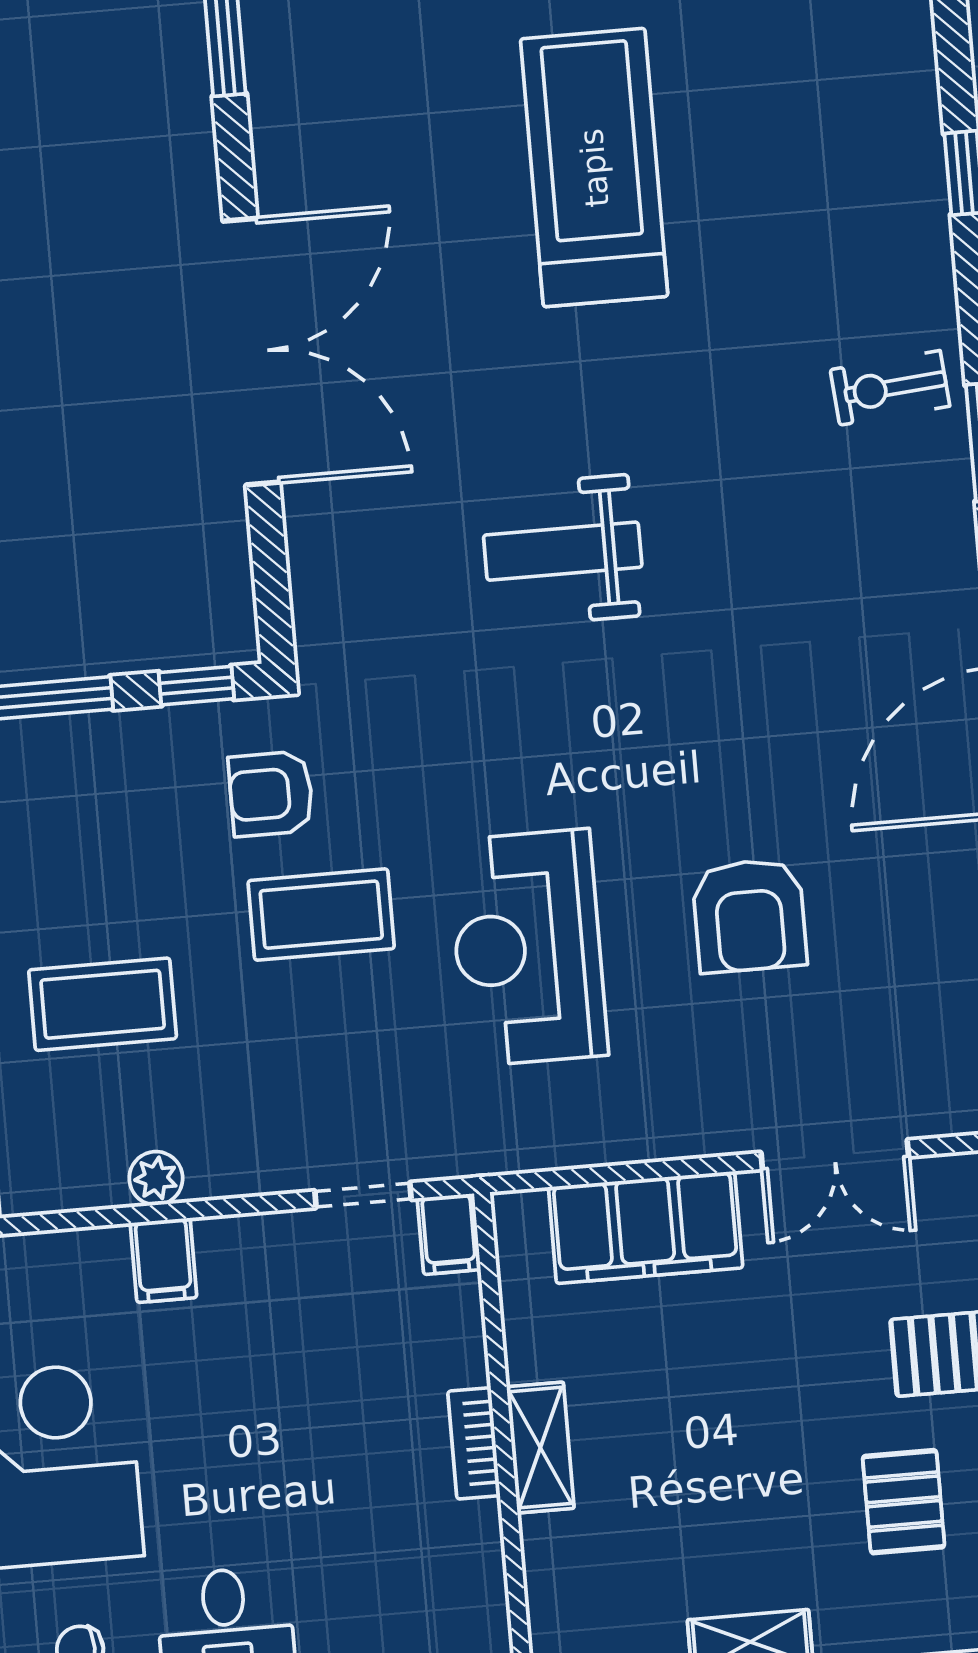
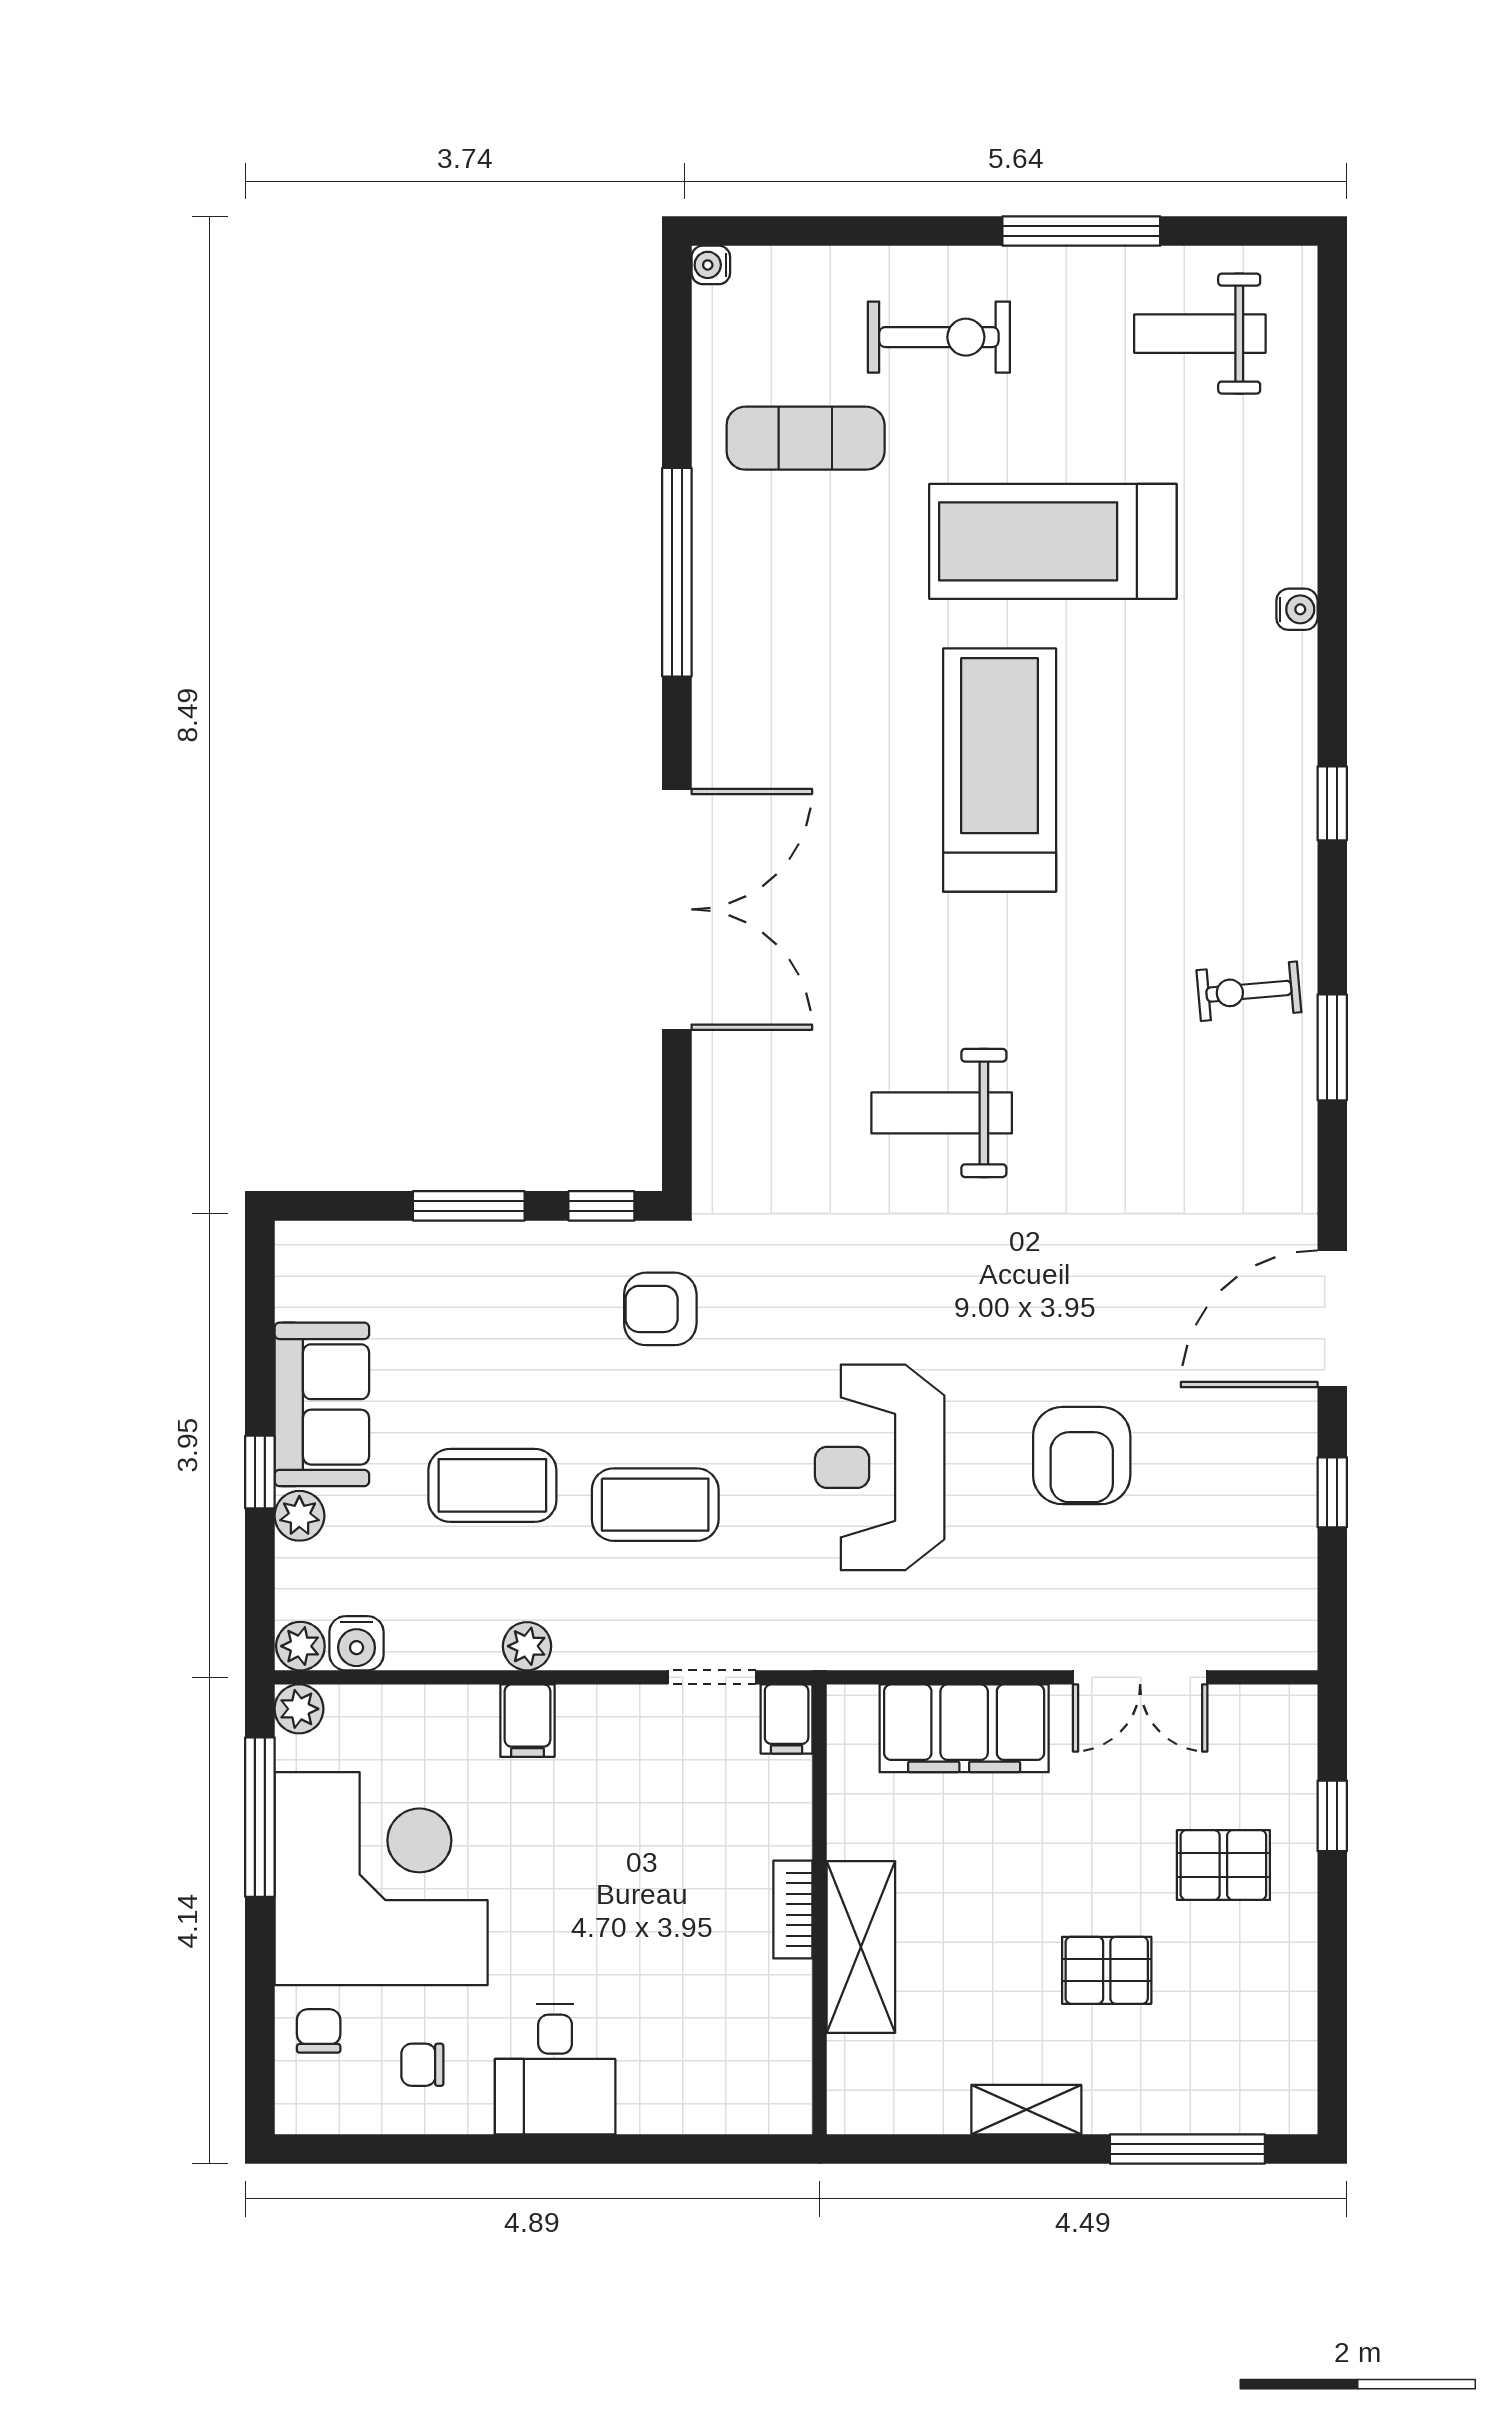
coffee table: (321, 915) -> (655, 1505), moved
shelving: (540, 1448) -> (861, 1947), width x1.50, depth x1.33
pallet: (904, 1502) -> (1107, 1970), moved, turned 90

